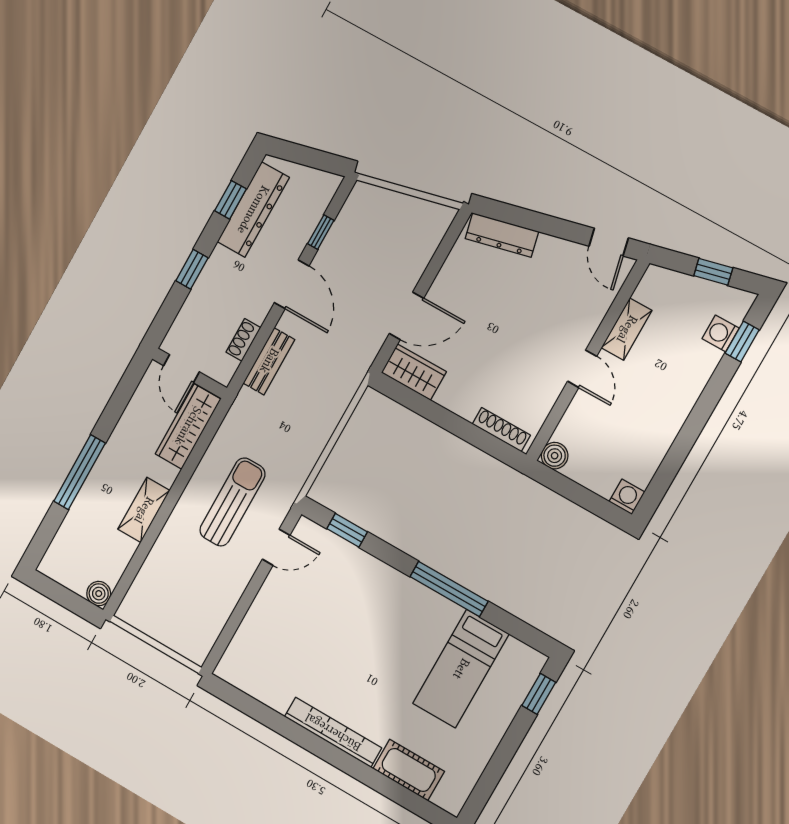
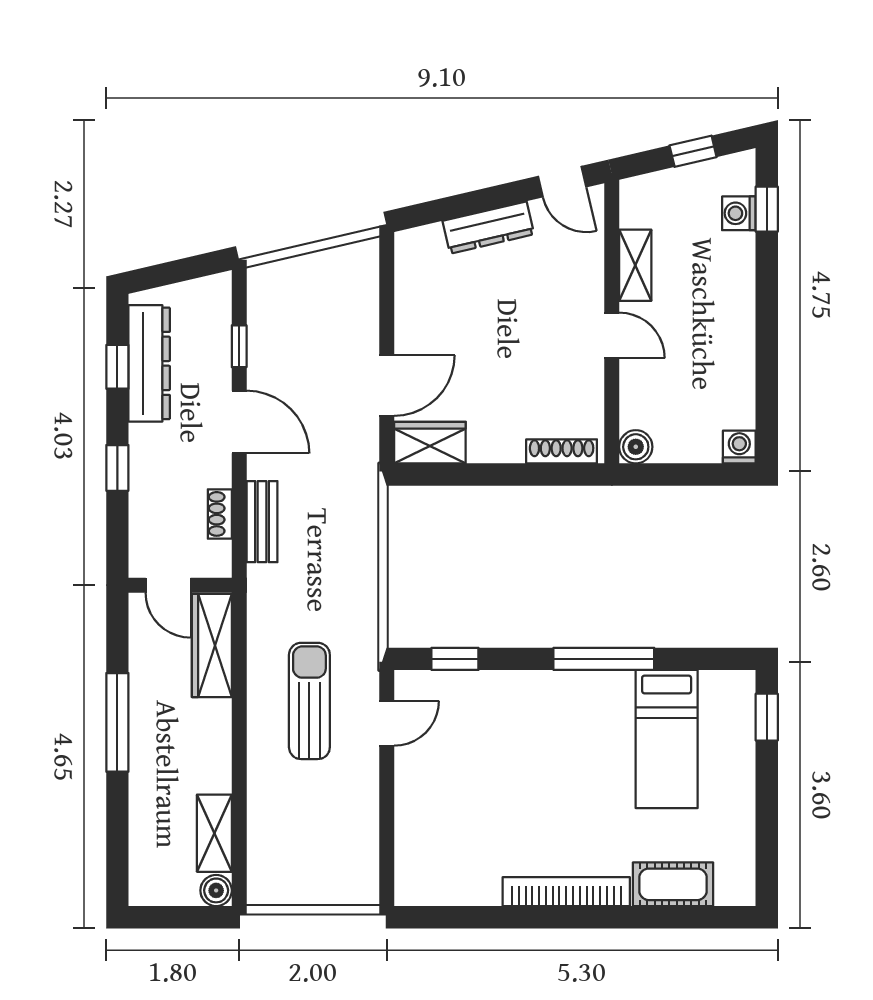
dresser: (502, 235) -> (488, 228), moved
window: (80, 472) -> (117, 722), moved
shelving: (144, 510) -> (214, 833), moved

